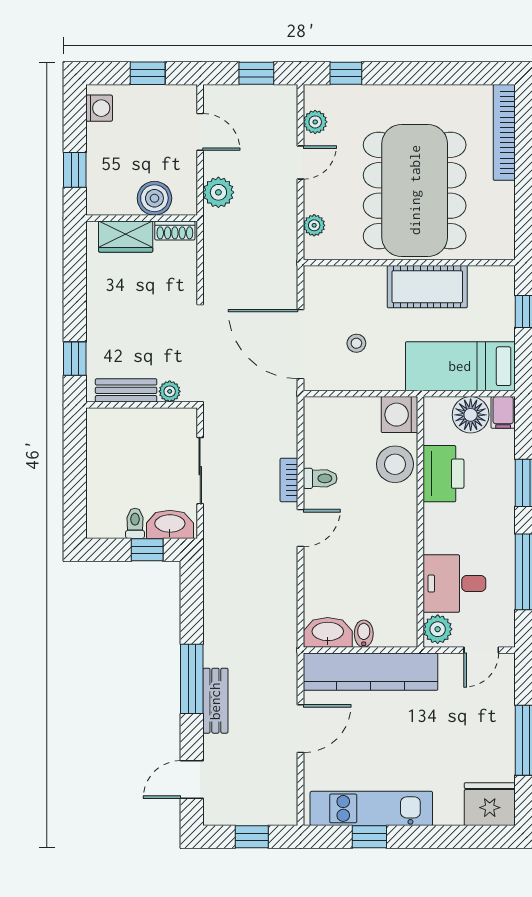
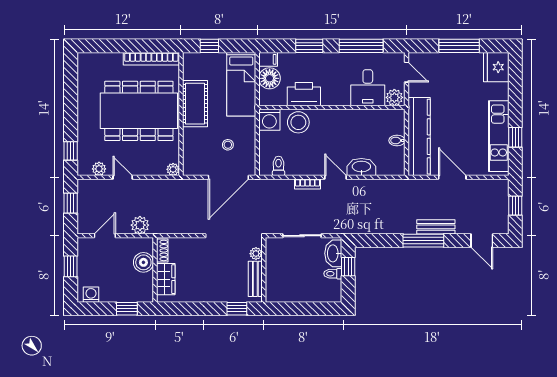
bookcase: (504, 132) -> (151, 59), moved
plant: (314, 225) -> (173, 169), moved
toilet: (320, 478) -> (279, 166), moved
washbasin: (328, 632) -> (361, 167), moved, turned 90

